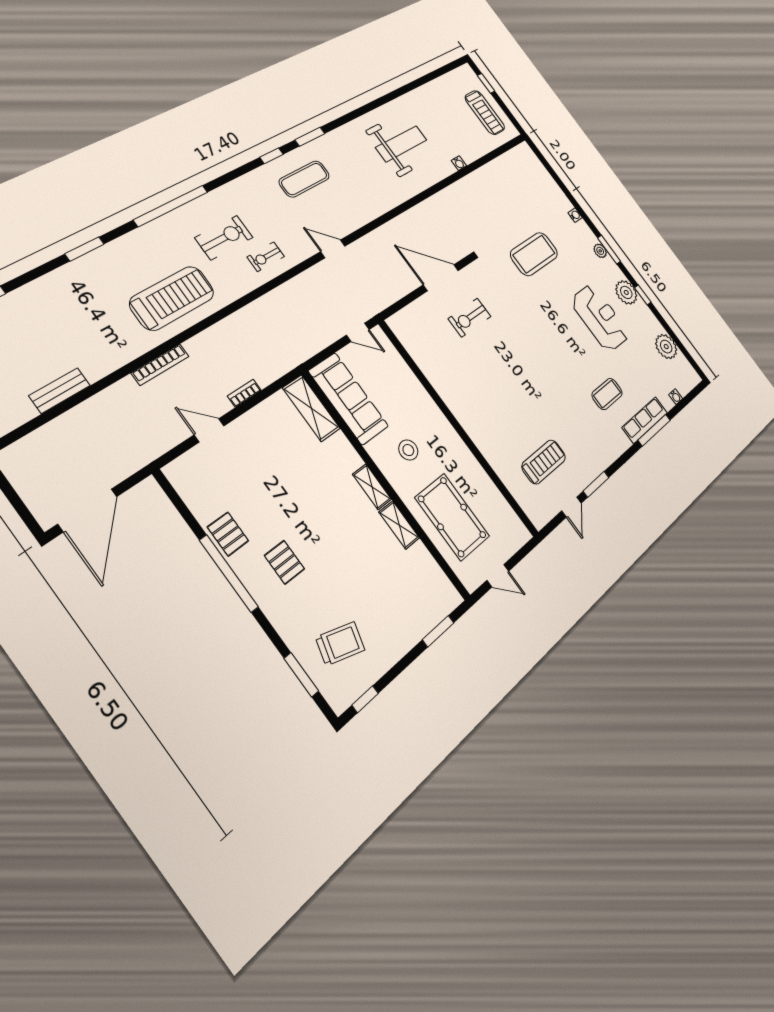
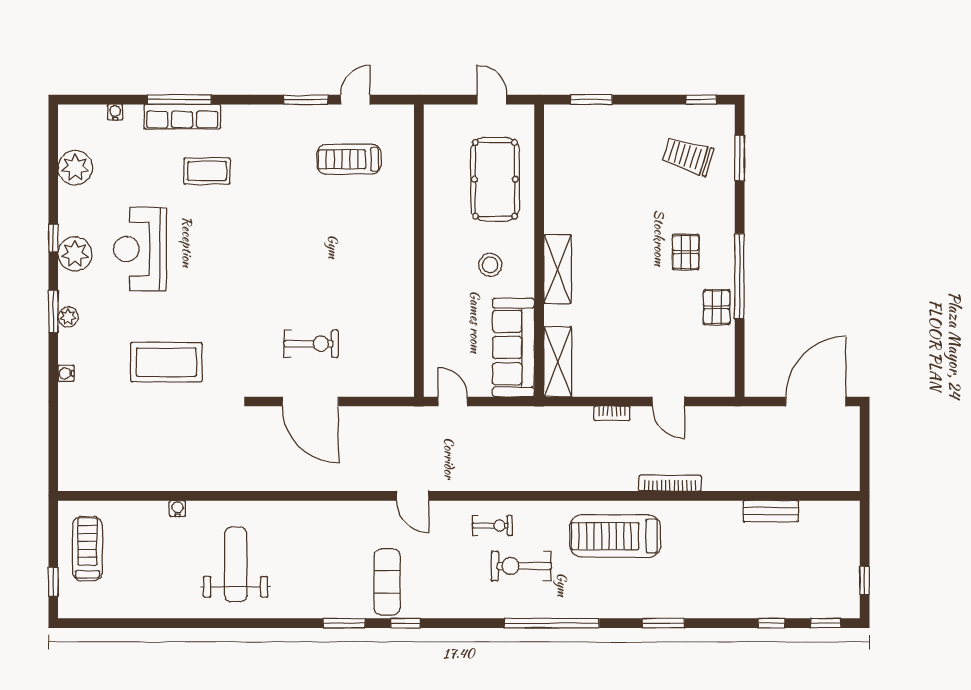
weight bench: (401, 144) -> (236, 564), turned 90
exercise mat: (304, 179) -> (387, 582), turned 90
shelving: (372, 487) -> (558, 269), width x1.50, depth x1.33
shelving: (399, 525) -> (555, 209), removed

